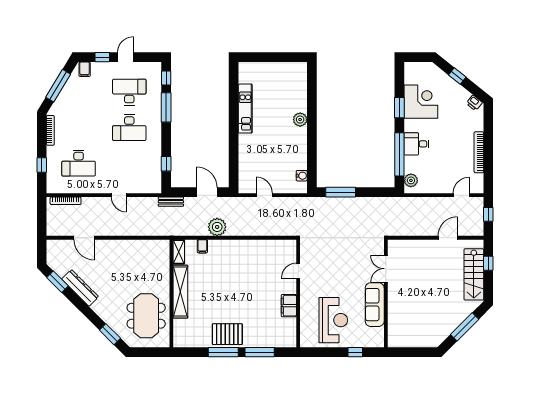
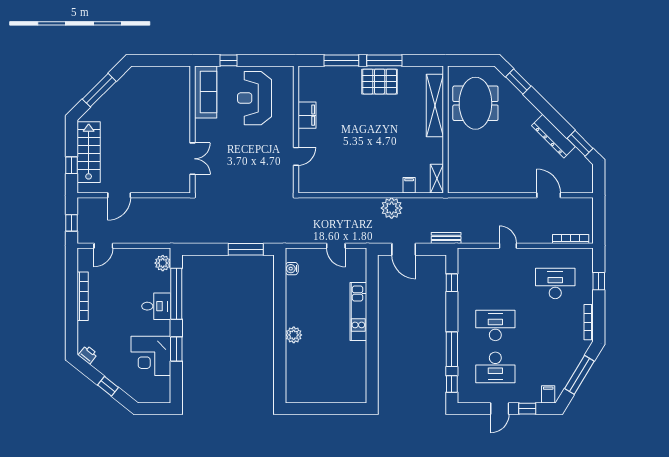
kitchen unit: (245, 109) -> (358, 312), moved
shelving: (180, 292) -> (435, 106), moved
sofa: (375, 305) -> (206, 92), moved

